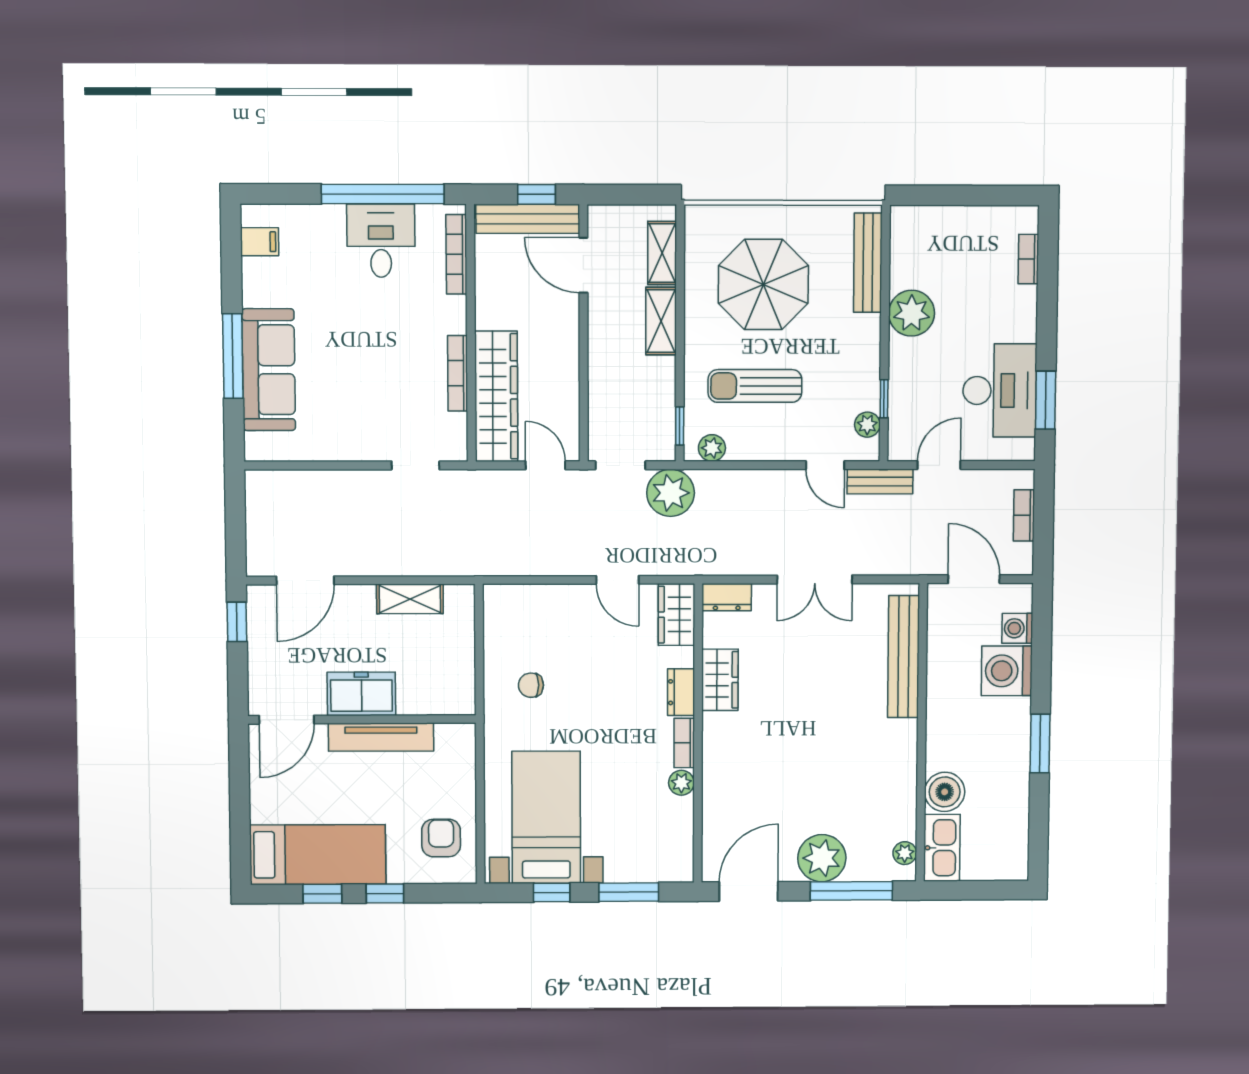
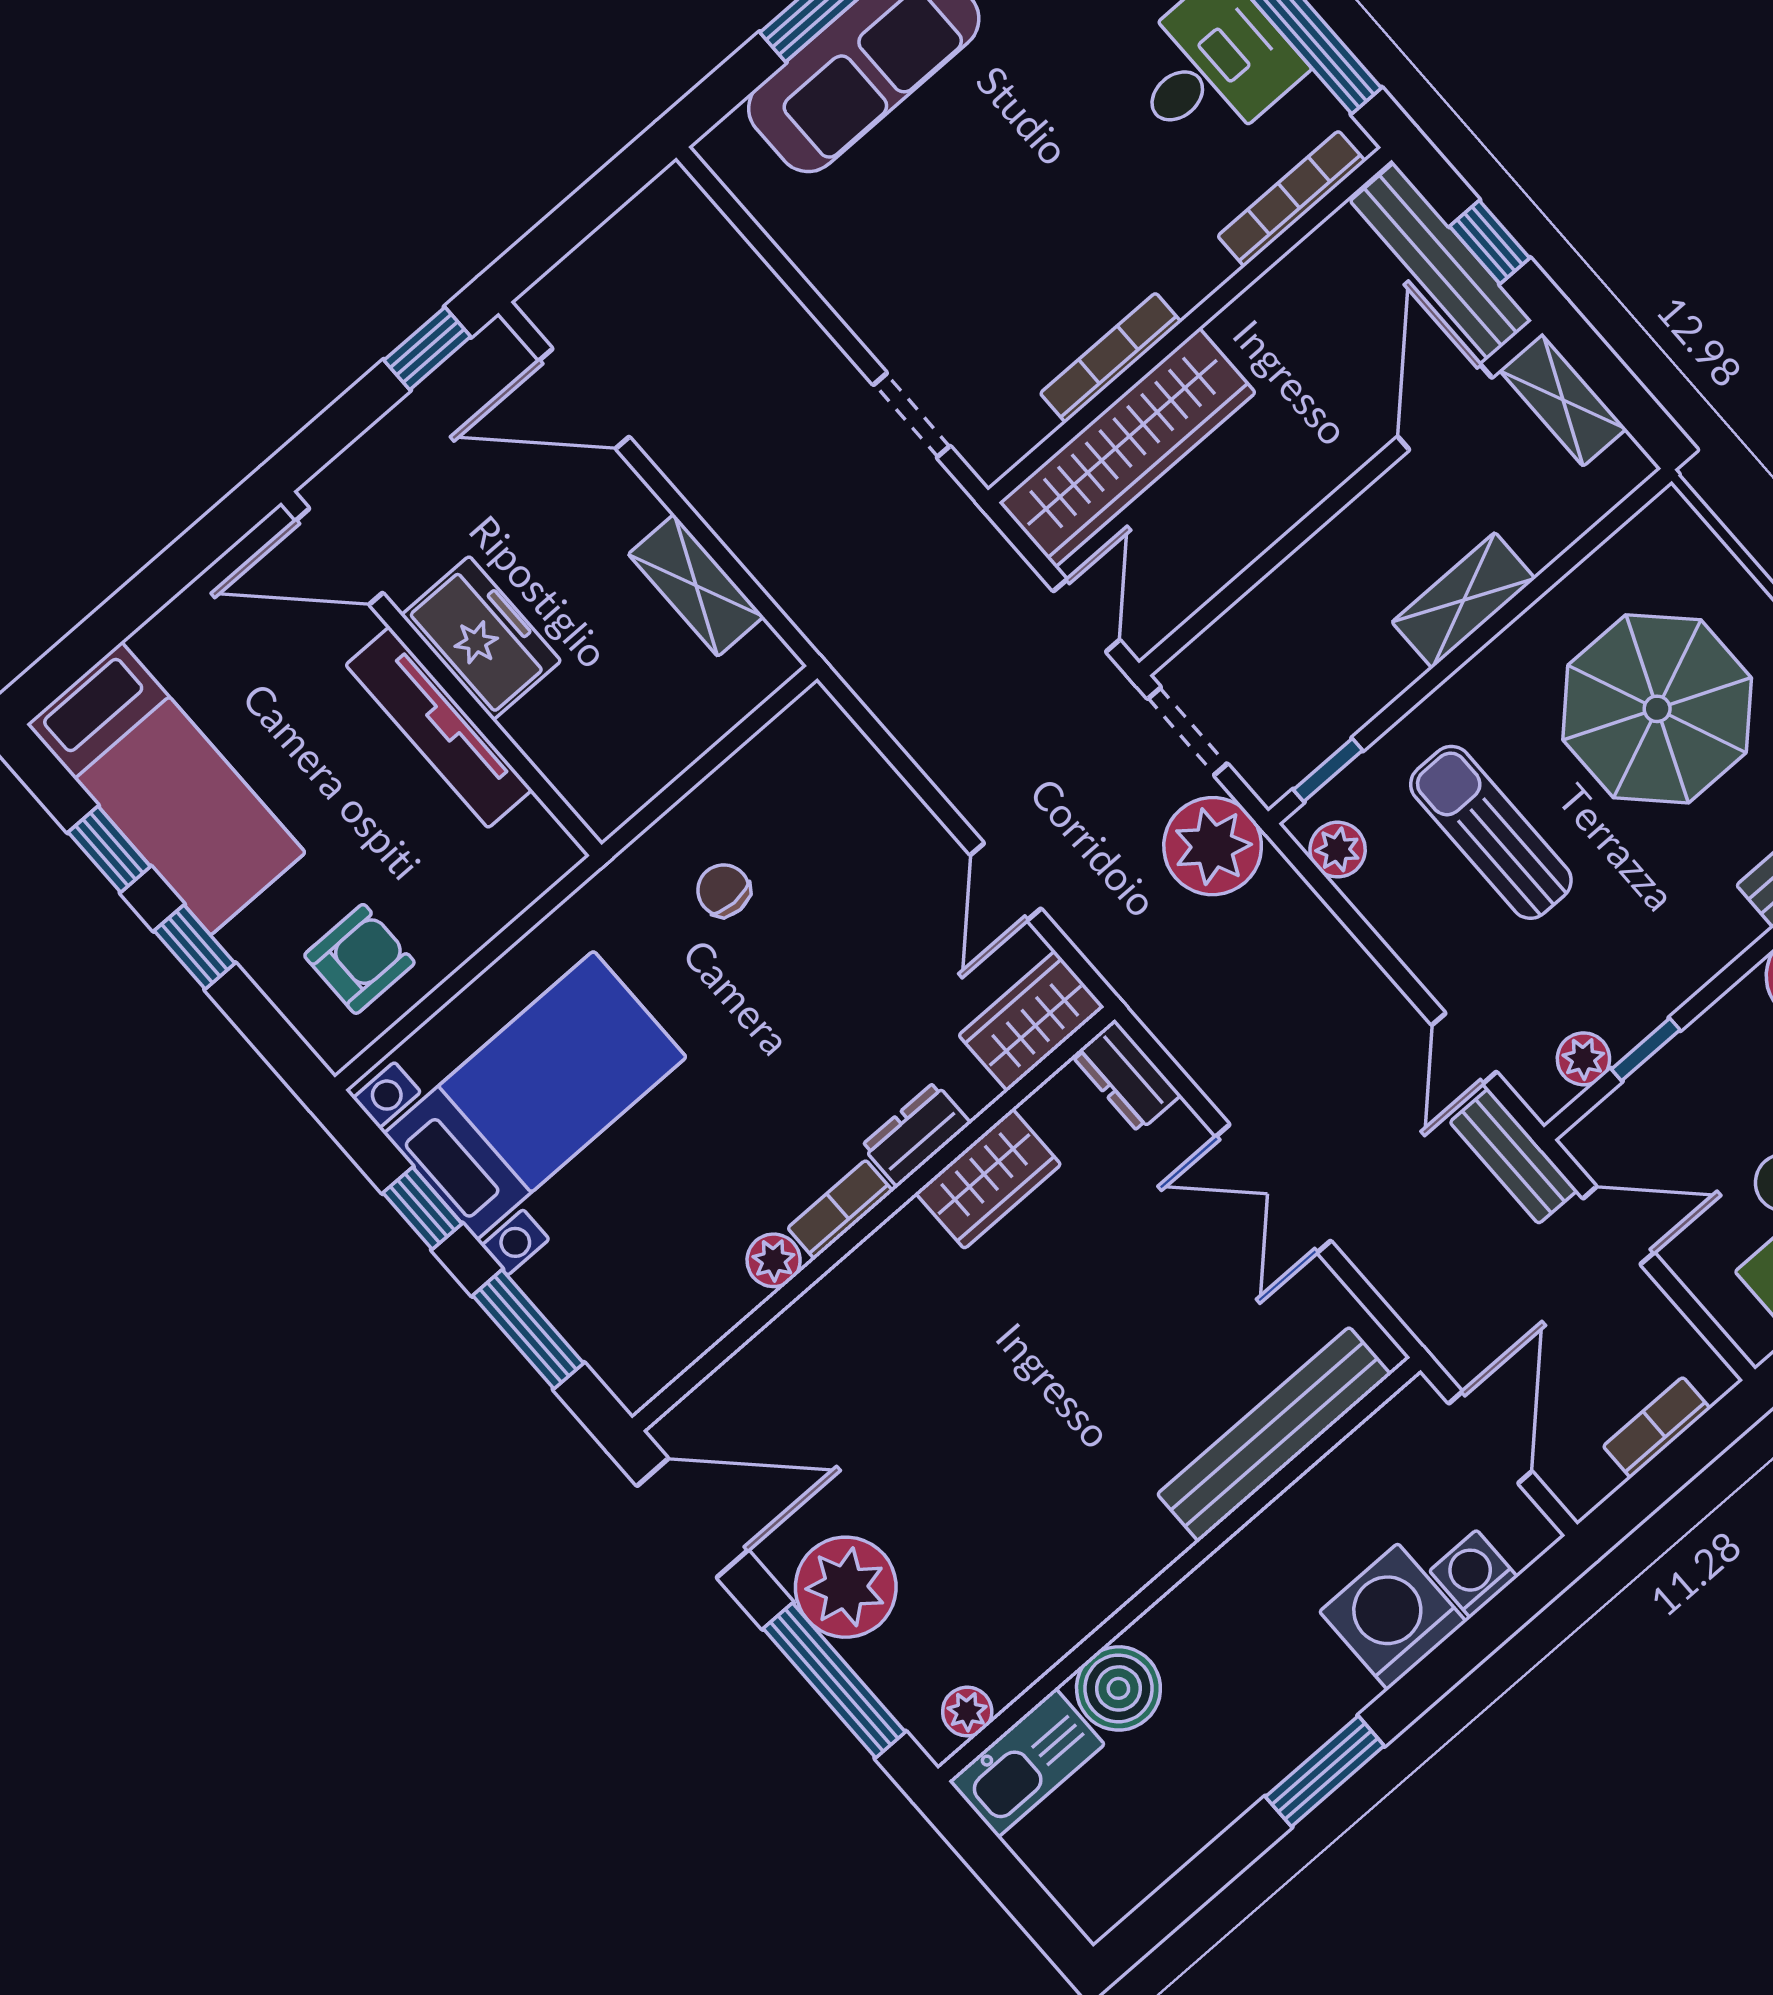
shelving: (662, 253) -> (1563, 400), moved, turned 90

